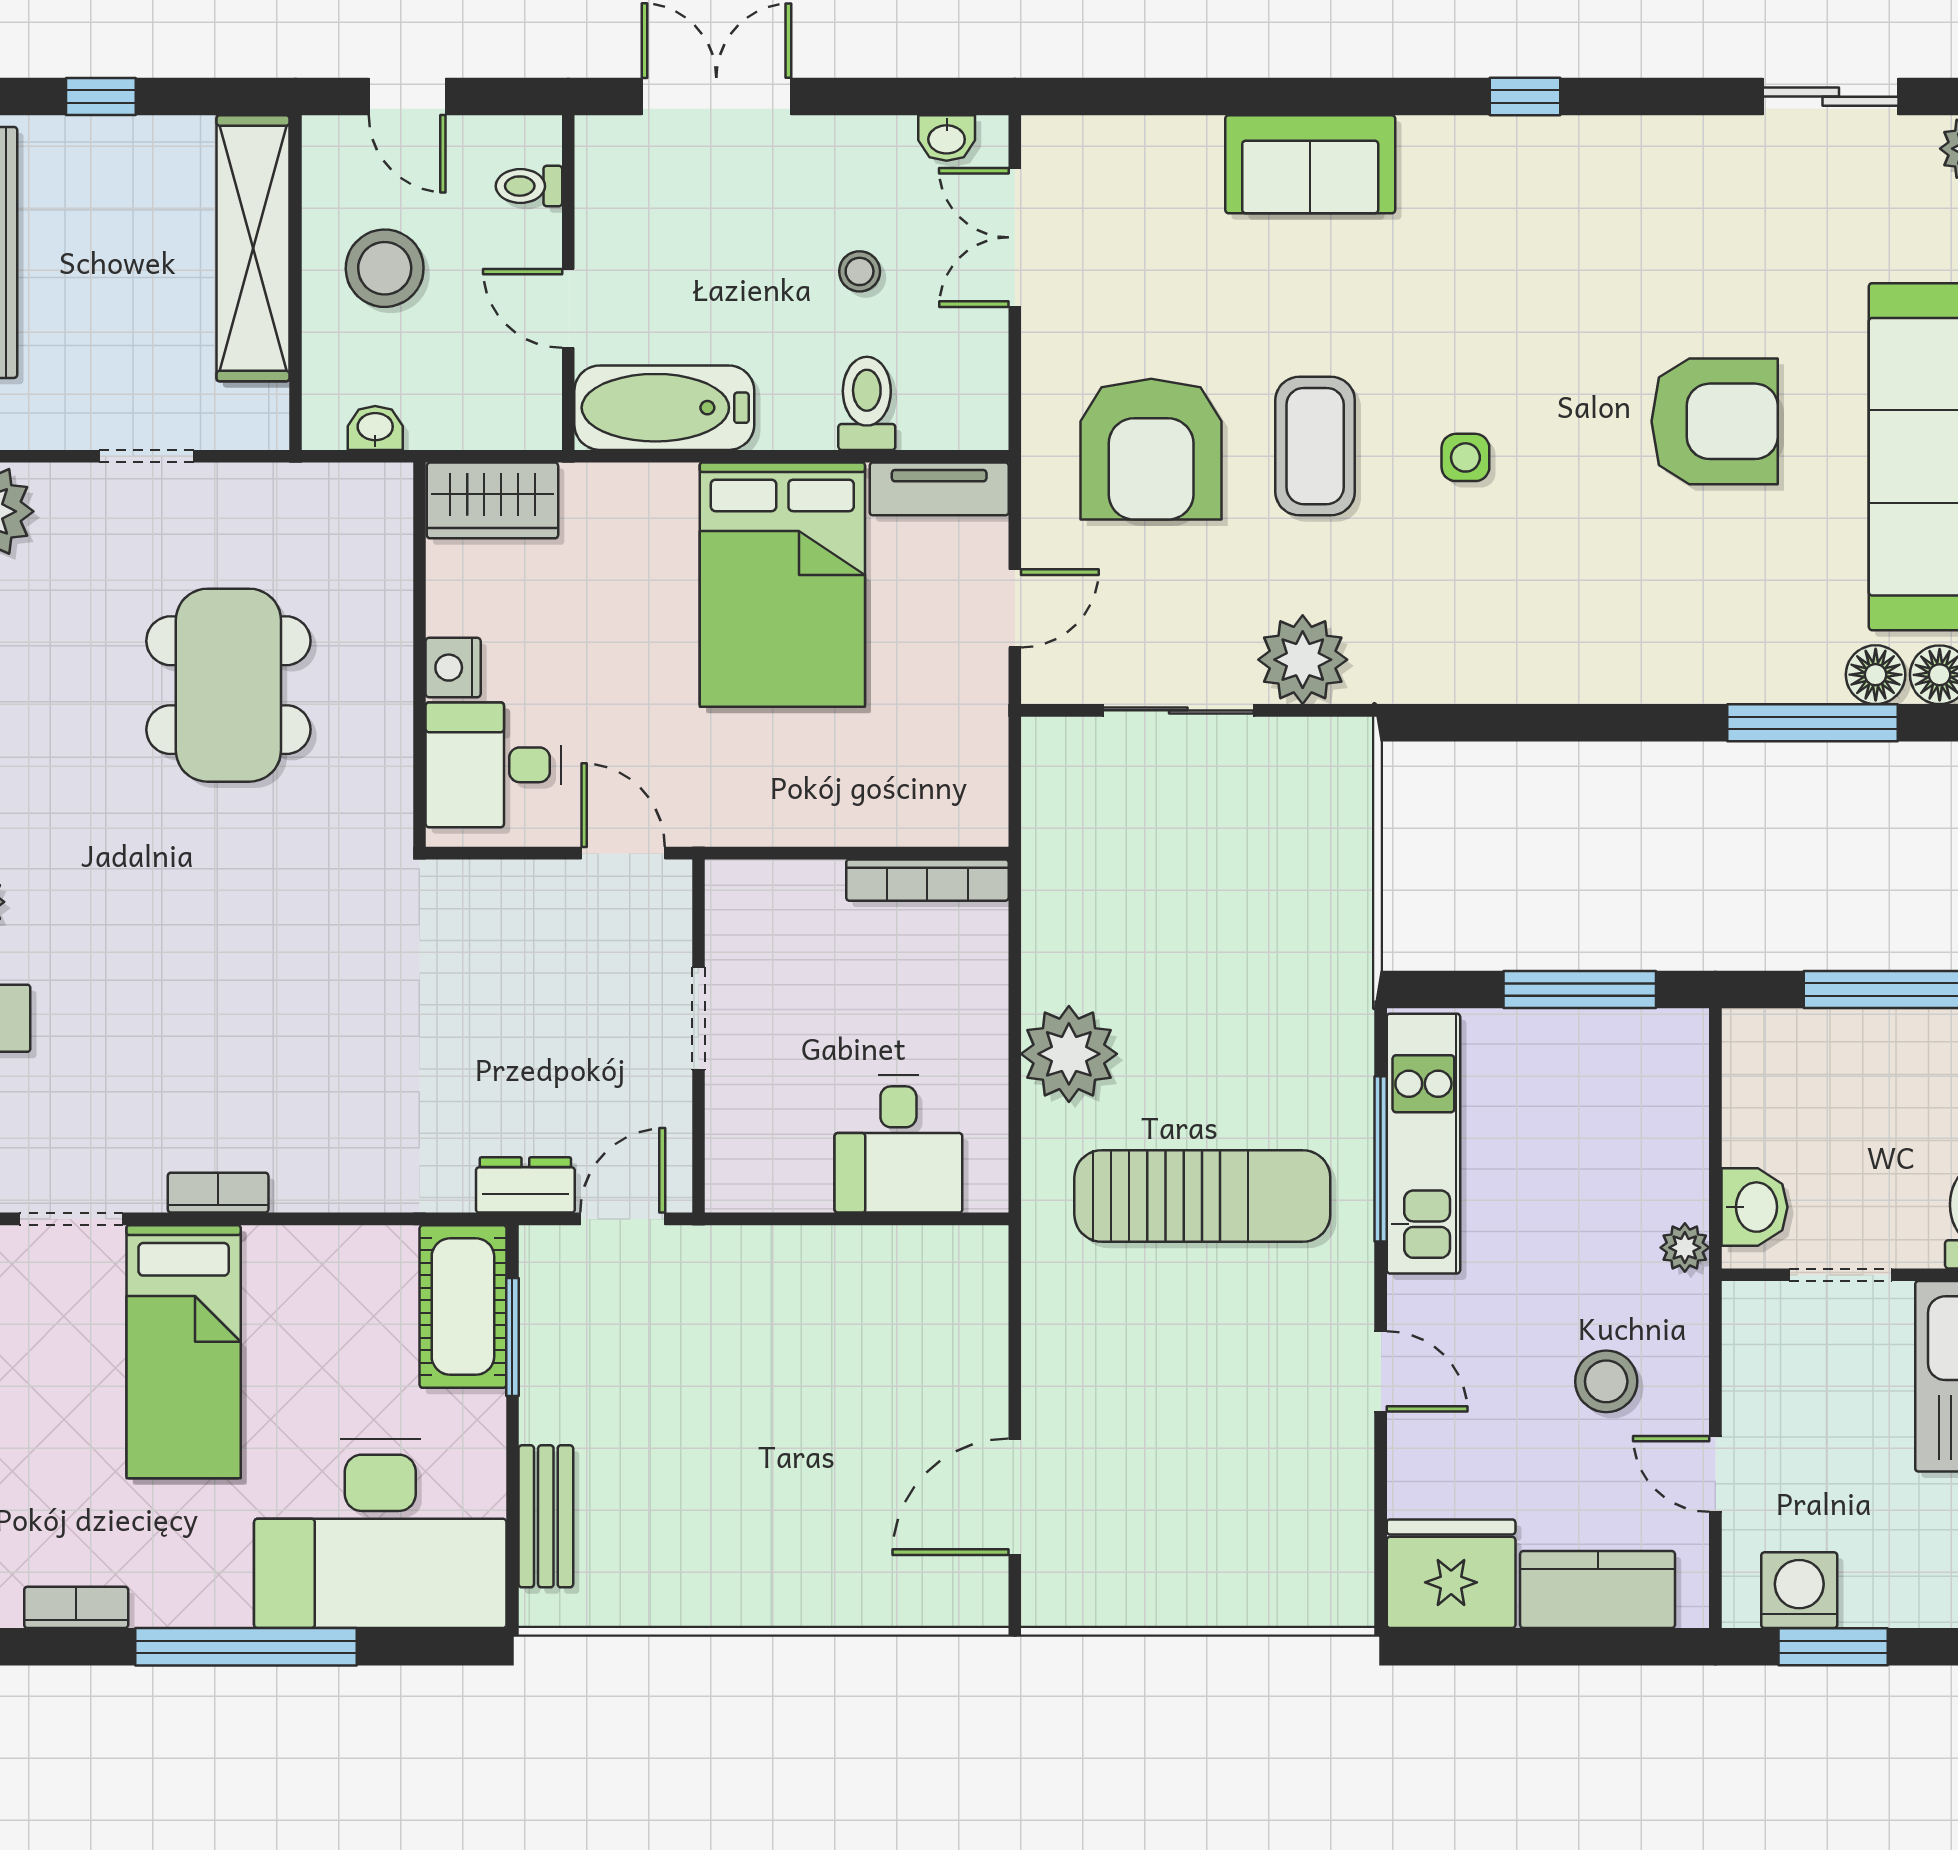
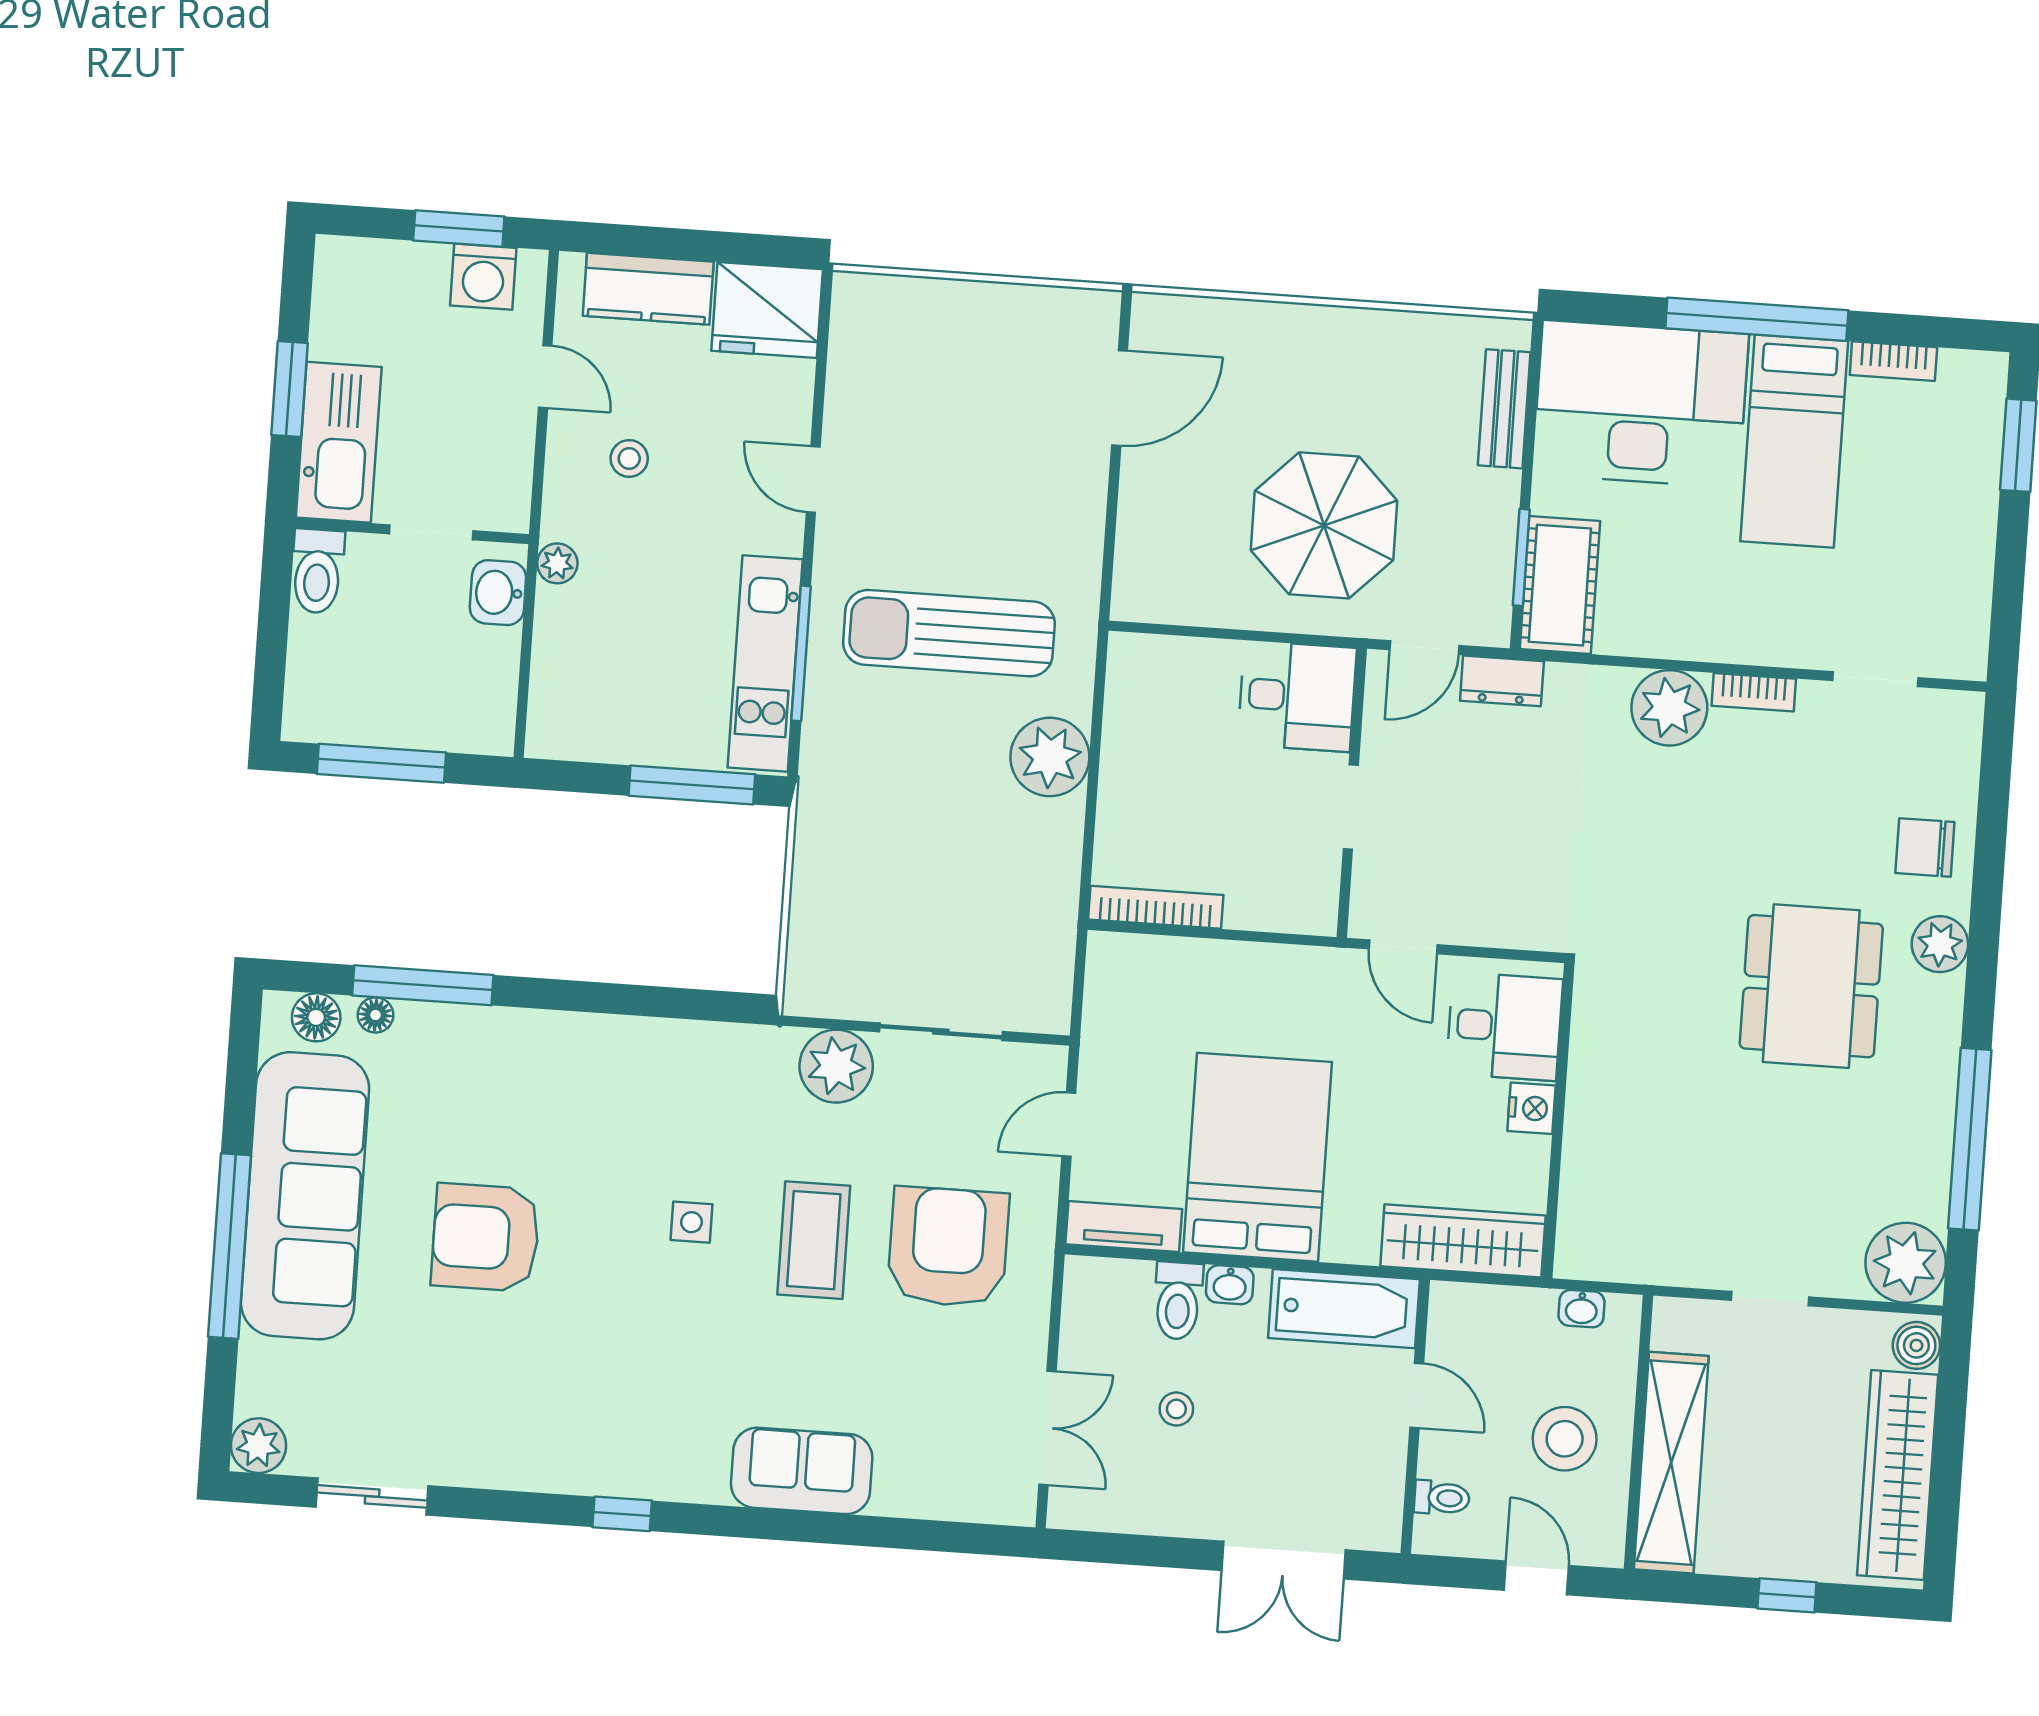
washbasin: (947, 138) -> (1230, 1285), moved, turned 180
wardrobe: (492, 500) -> (1463, 1241), width x1.50
floor lamp: (1876, 675) -> (376, 1015), width x0.73, depth x0.73
dining table: (228, 685) -> (1811, 986), moved
window: (1580, 989) -> (692, 785), moved
desk: (898, 1144) -> (1297, 696), moved, turned 90
plant: (319, 1167) -> (1669, 708), added
bed: (184, 1352) -> (1794, 441), moved, turned 180
parasol: (755, 1359) -> (1324, 525), added
stool: (1606, 1381) -> (629, 459), width x0.73, depth x0.73

